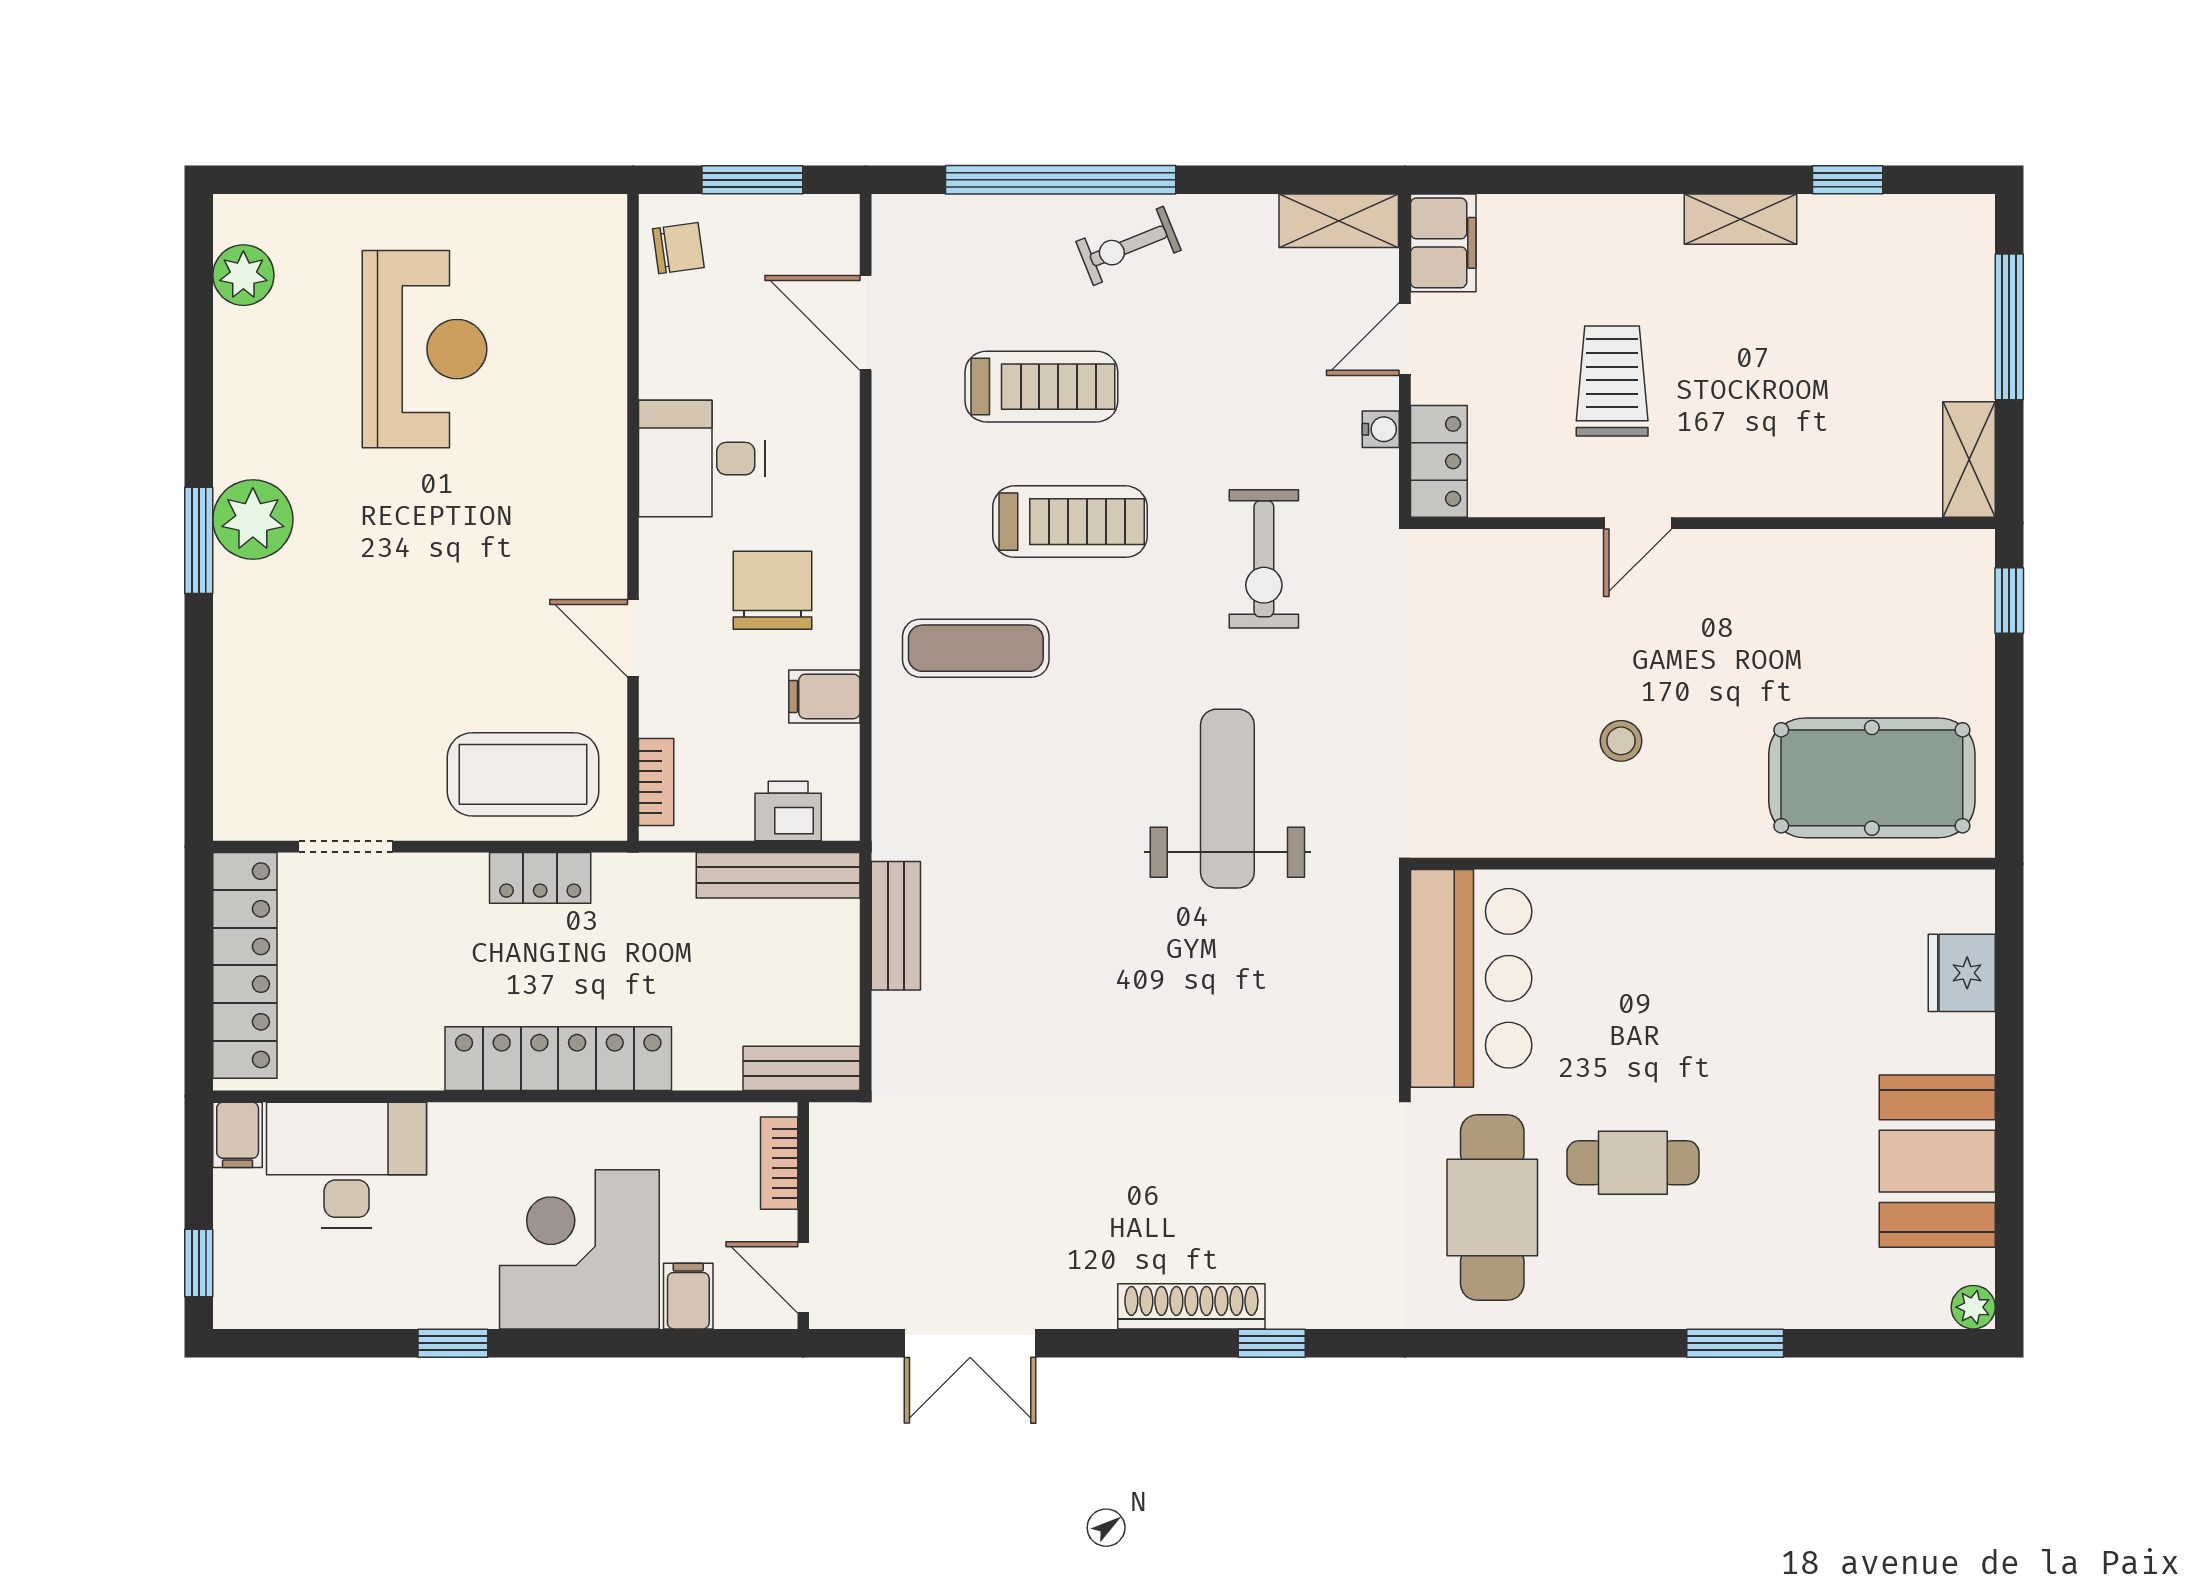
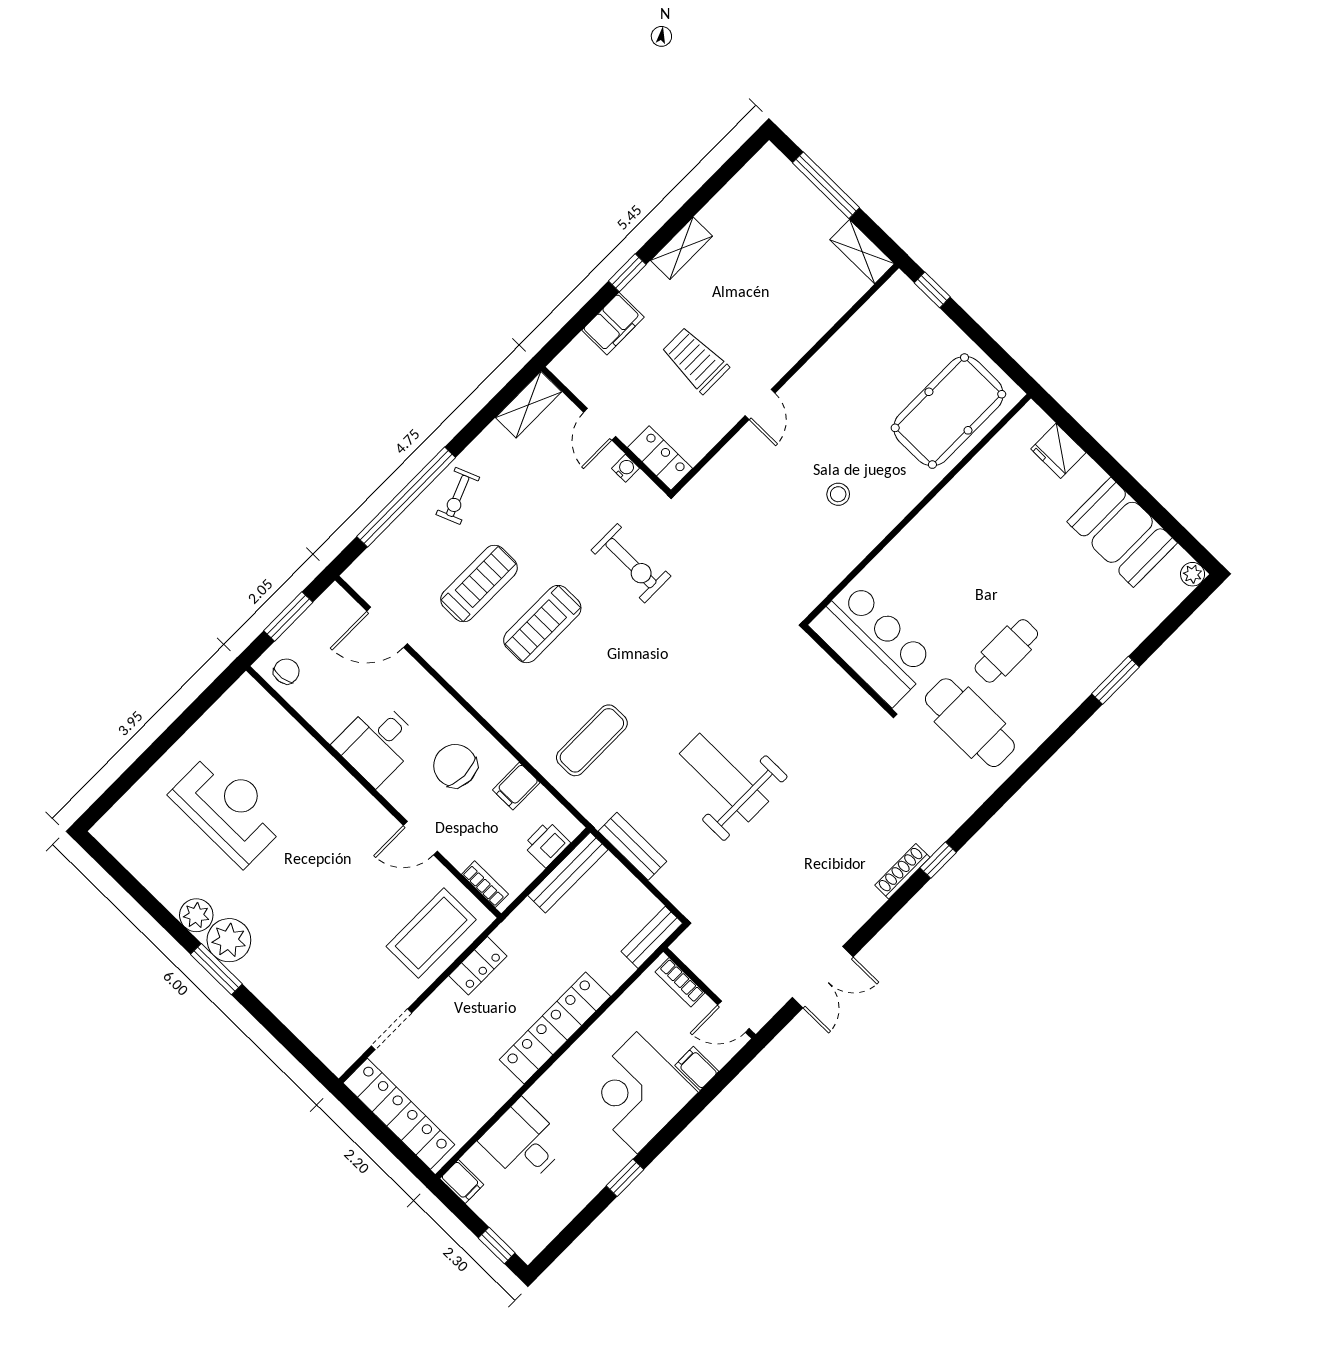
window: (1848, 180) -> (627, 273), moved
filing cabinet: (1443, 243) -> (613, 324), moved, turned 90
plant: (243, 275) -> (196, 915), moved
treadmill: (1070, 522) -> (542, 624), turned 180
exercise mat: (976, 648) -> (592, 740), moved
weight bench: (1227, 799) -> (724, 778), moved
desk: (347, 1165) -> (523, 1142), width x0.73
shoe rack: (1191, 1306) -> (902, 871), width x0.74, depth x0.81

